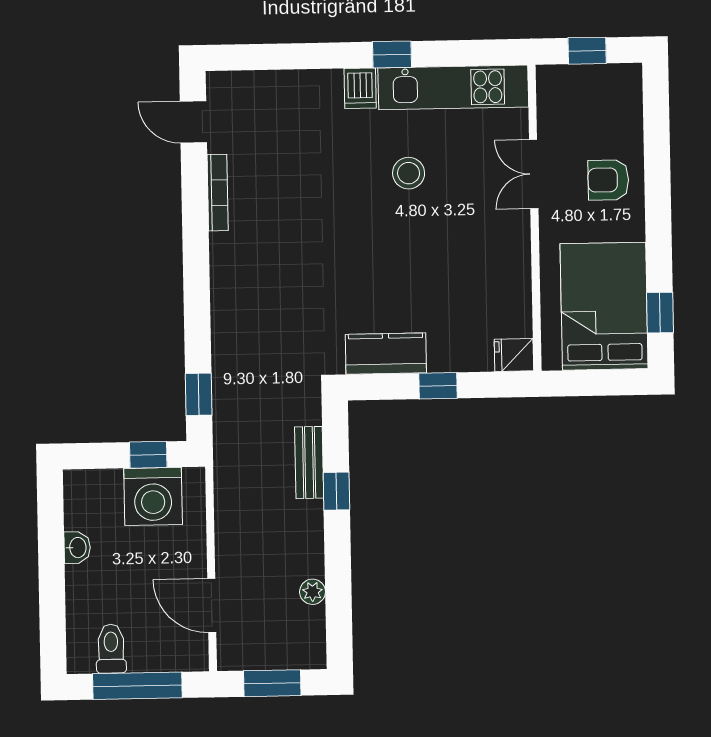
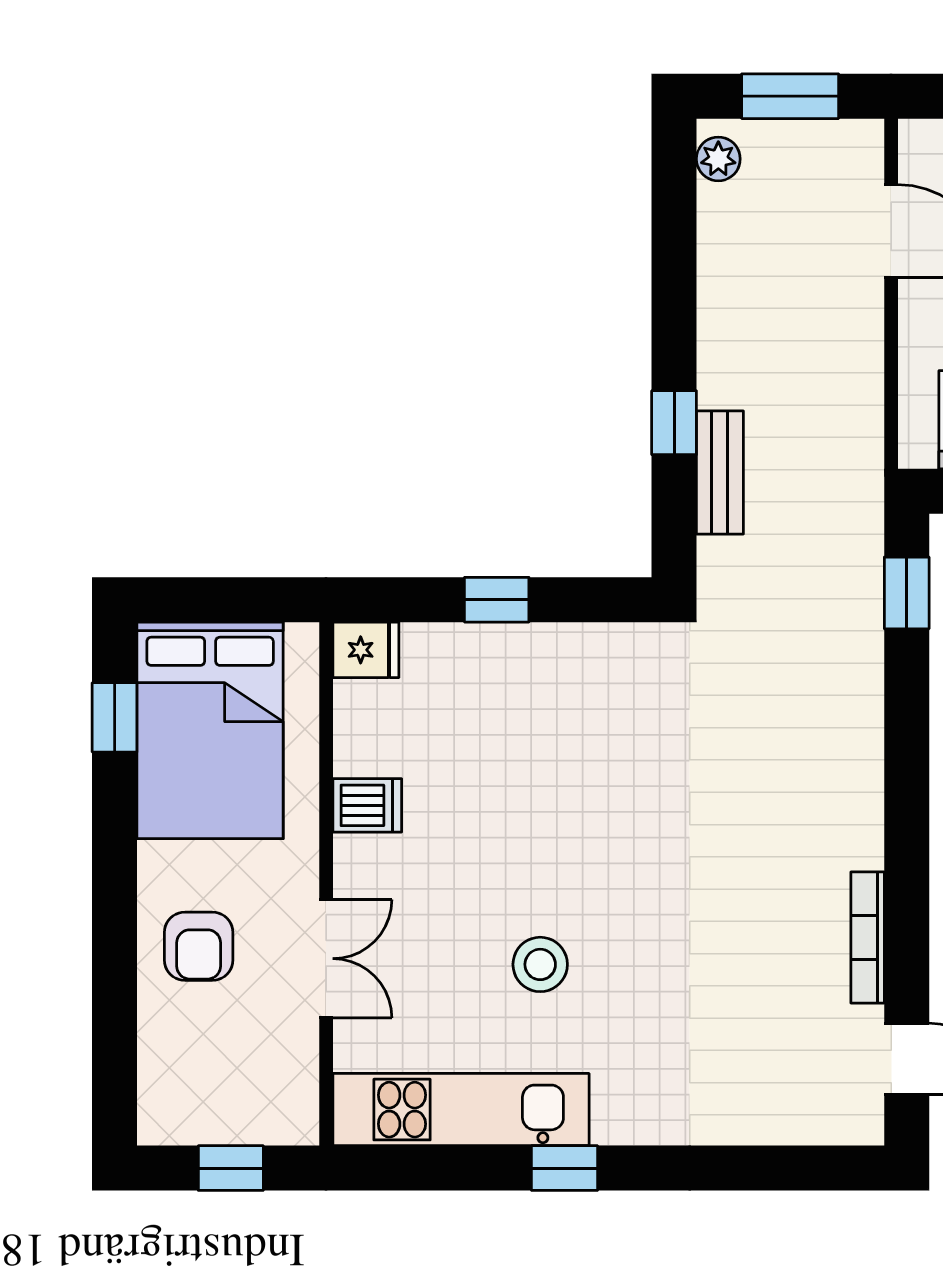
dishwasher: (360, 88) -> (367, 805), moved, turned 90
armchair: (608, 180) -> (199, 946), turned 90
kitchen counter: (386, 354) -> (585, 656), removed
plant: (313, 592) -> (718, 159), moved

